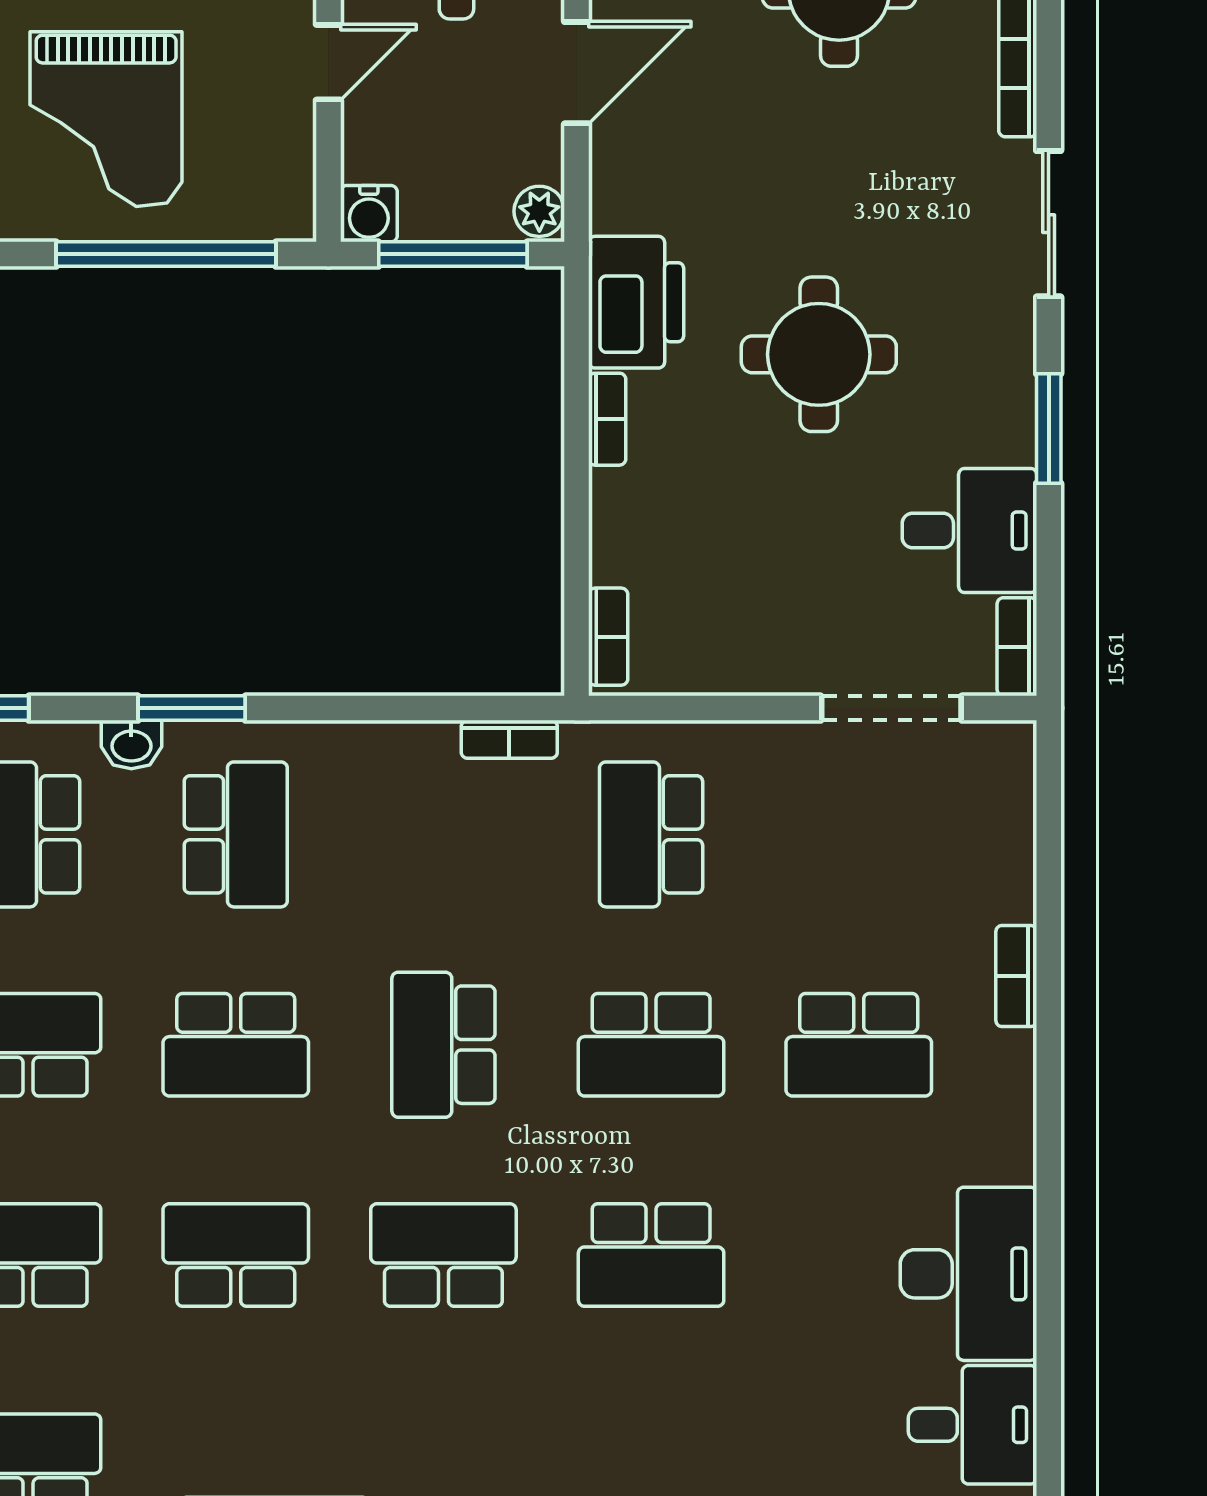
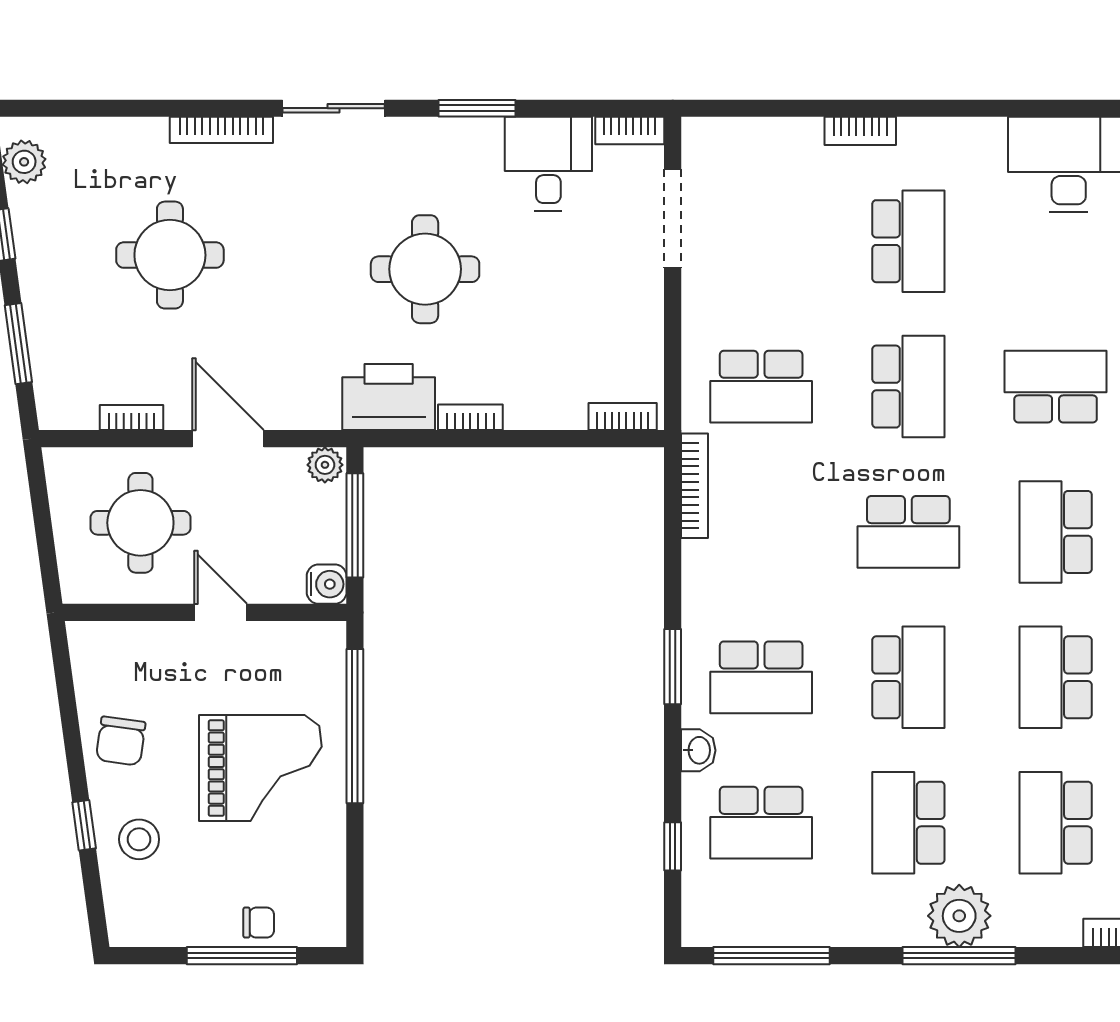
window: (192, 708) -> (673, 667), moved
bookcase: (509, 739) -> (695, 486), width x1.56
school desk: (236, 834) -> (761, 677), turned 180
school desk: (651, 1255) -> (1056, 387), turned -90

